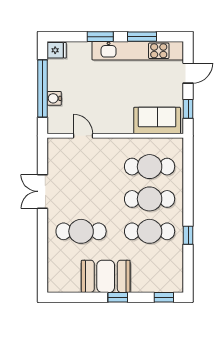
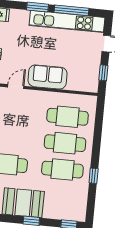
window: (142, 37) -> (71, 10), width x1.44
sofa: (157, 121) -> (48, 77), moved
door: (83, 136) -> (16, 87), hinge flipped

